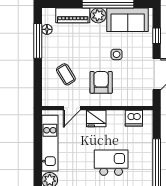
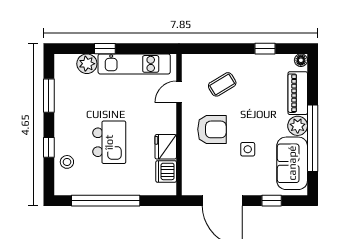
floor lamp: (47, 29) -> (301, 60), moved
window: (38, 41) -> (265, 49), width x0.46
door: (72, 108) -> (179, 92), hinge flipped
fridge: (96, 119) -> (166, 147), moved
window: (38, 166) -> (105, 49), added

